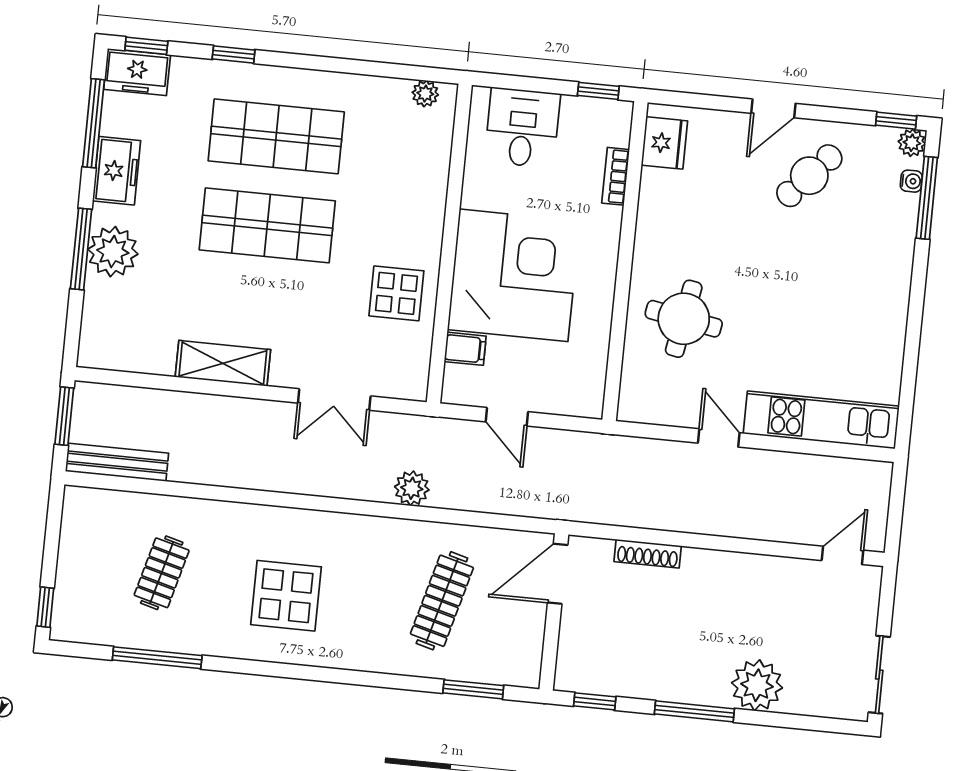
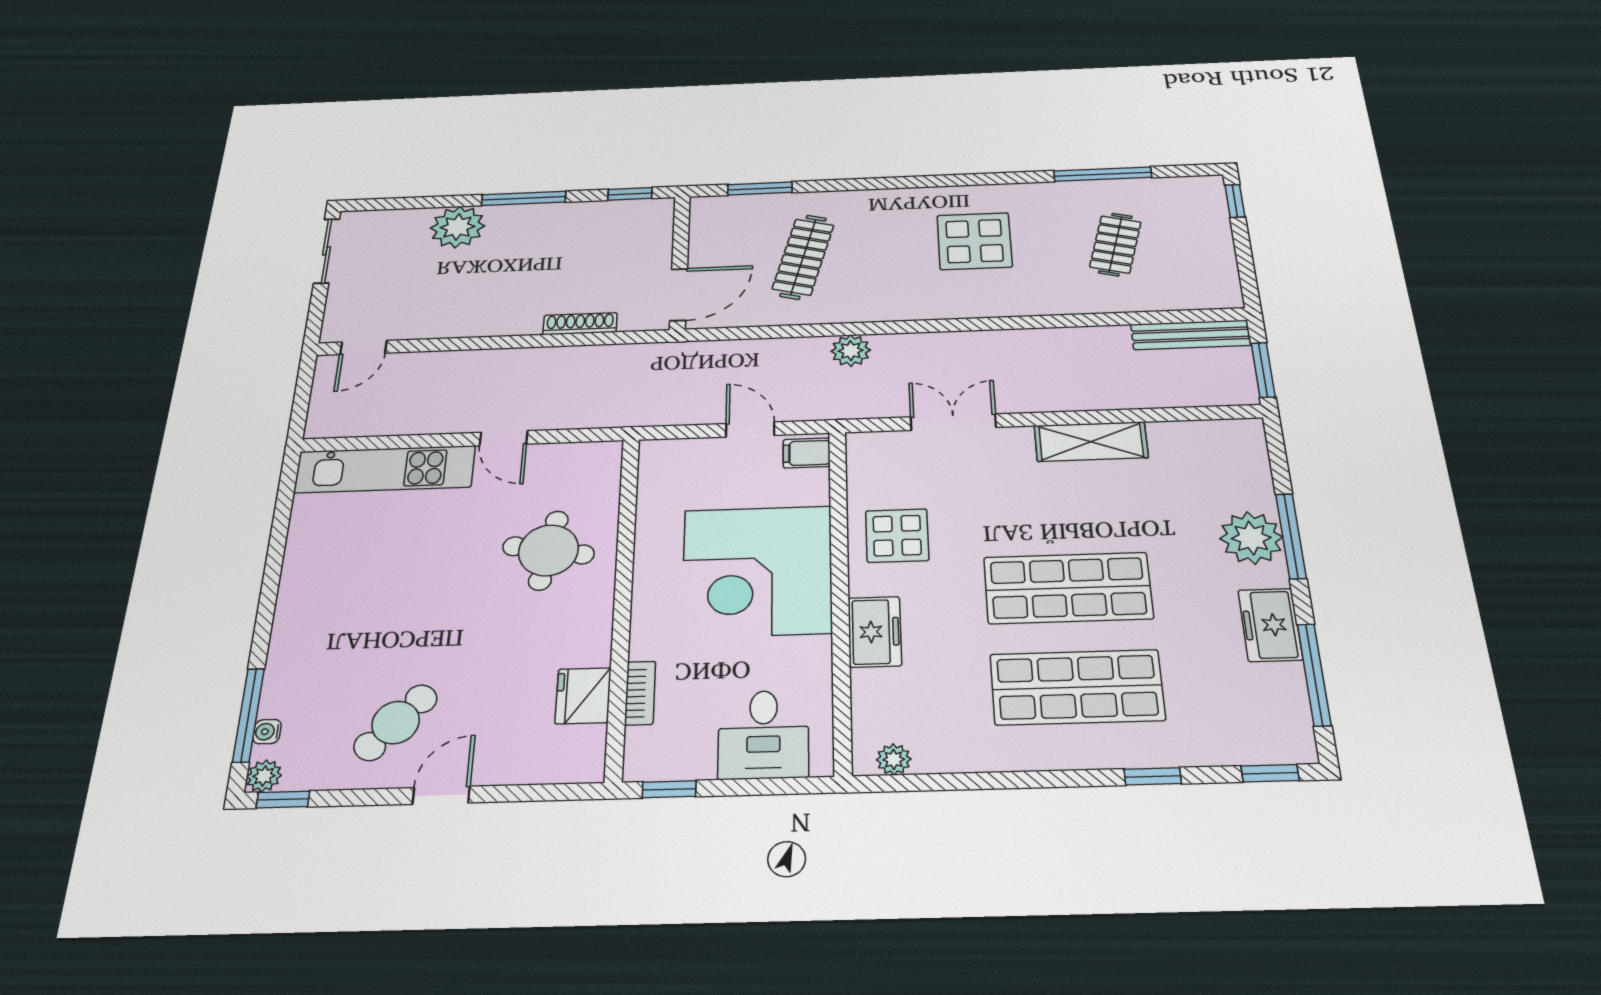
freezer: (137, 72) -> (875, 632), moved, turned 90
fridge: (664, 143) -> (583, 696), moved
filing cabinet: (465, 349) -> (807, 453), moved

